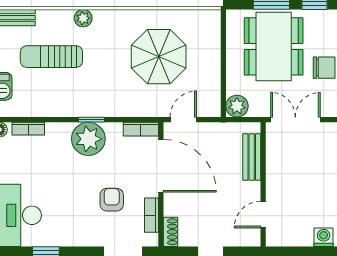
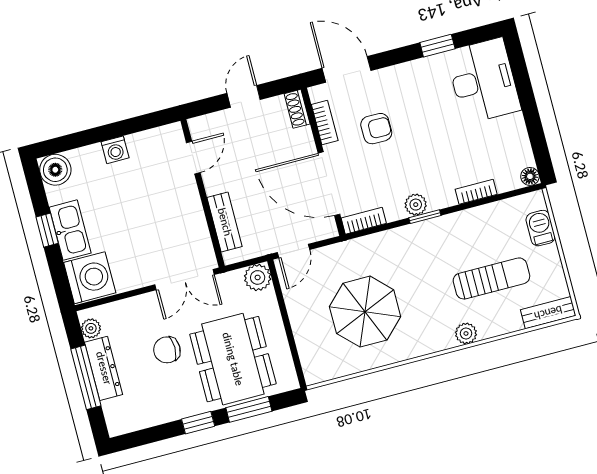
door: (183, 120) -> (294, 251), moved
bookcase: (28, 129) -> (476, 192), moved
plant: (88, 139) -> (416, 205), width x0.53, depth x0.53
armchair: (112, 200) -> (376, 129), turned -90

